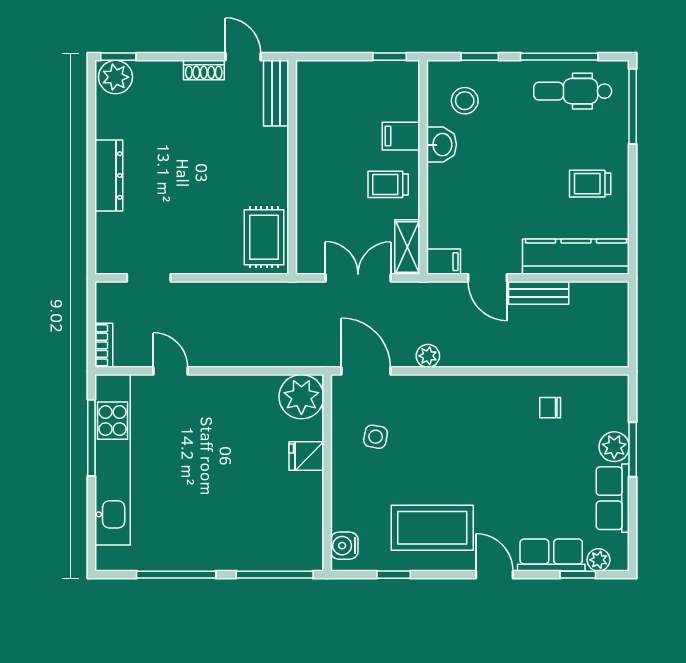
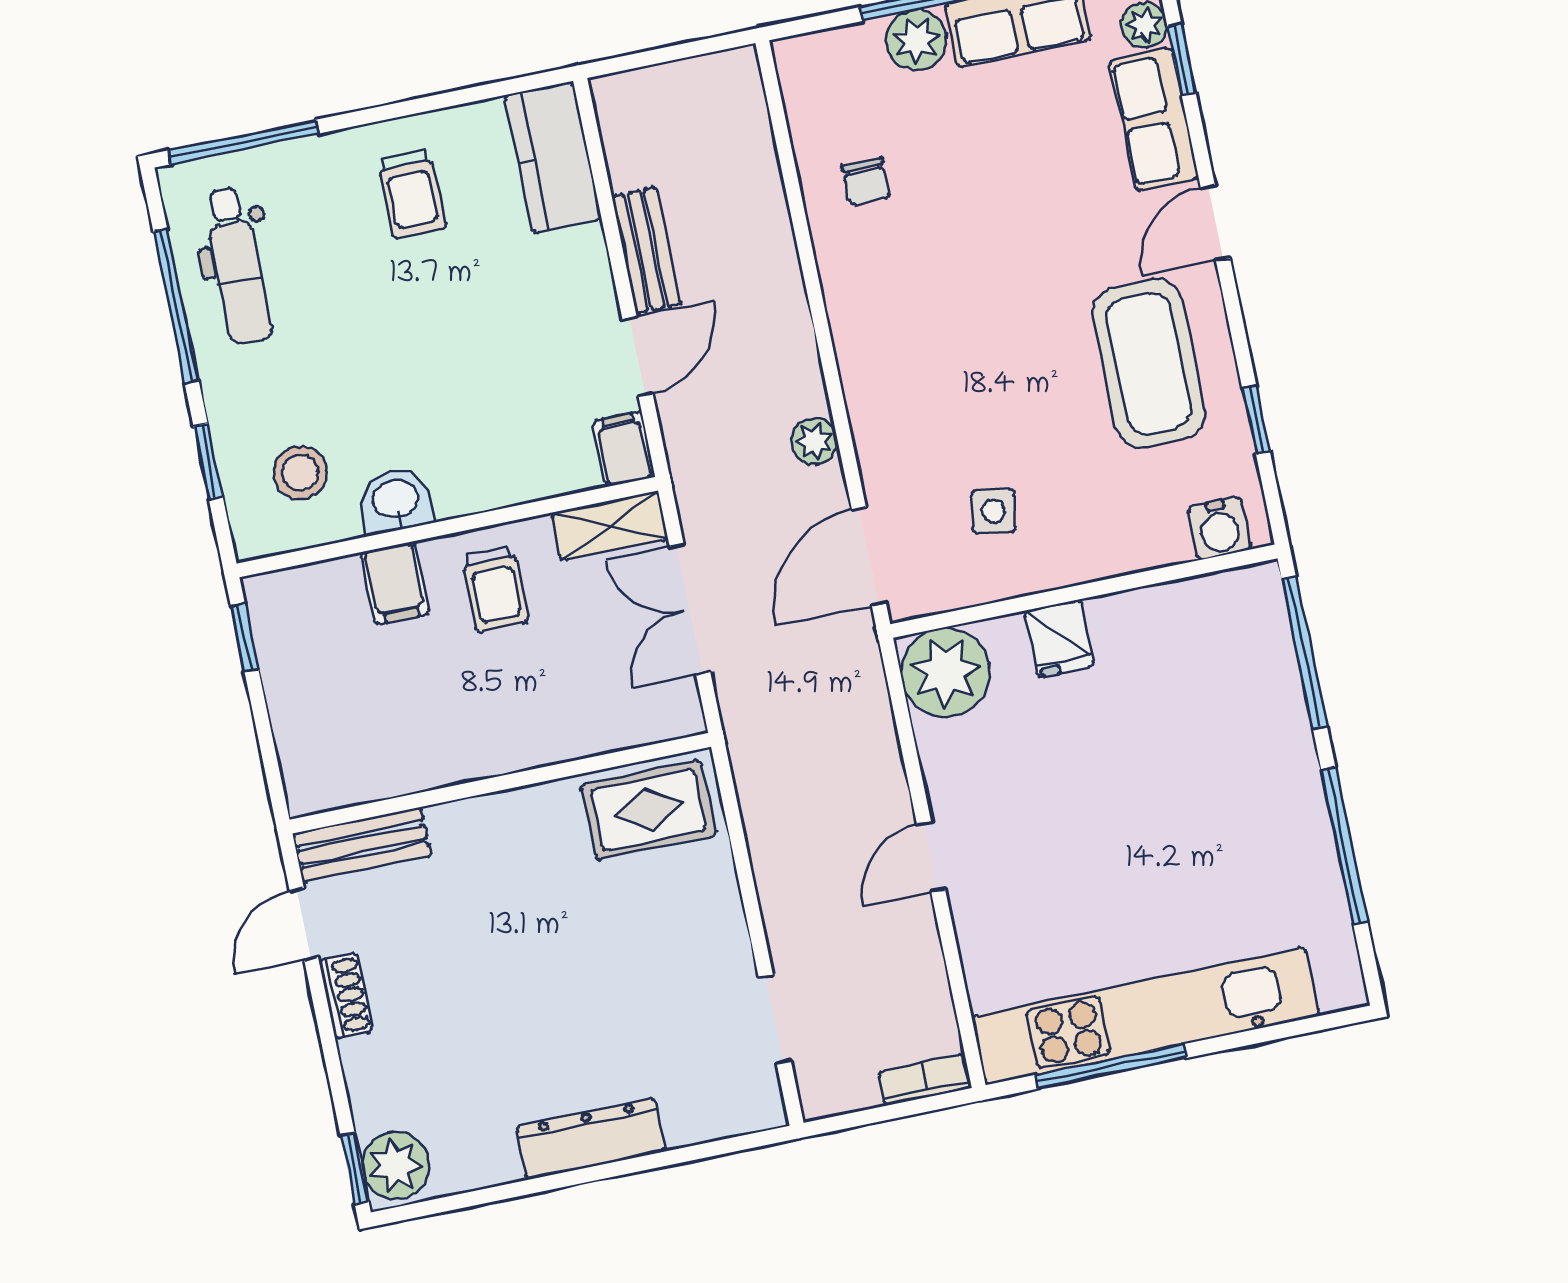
kitchen counter: (576, 257) -> (553, 157), width x0.67
door: (171, 371) -> (931, 857), moved

